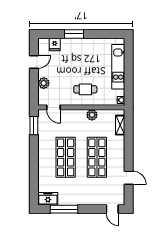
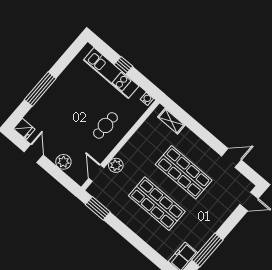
window: (74, 34) -> (40, 89), width x1.44
fridge: (55, 44) -> (24, 129), moved
window: (129, 70) -> (123, 65), added
door: (53, 107) -> (96, 173), swing flipped
plant: (92, 115) -> (116, 165), moved

